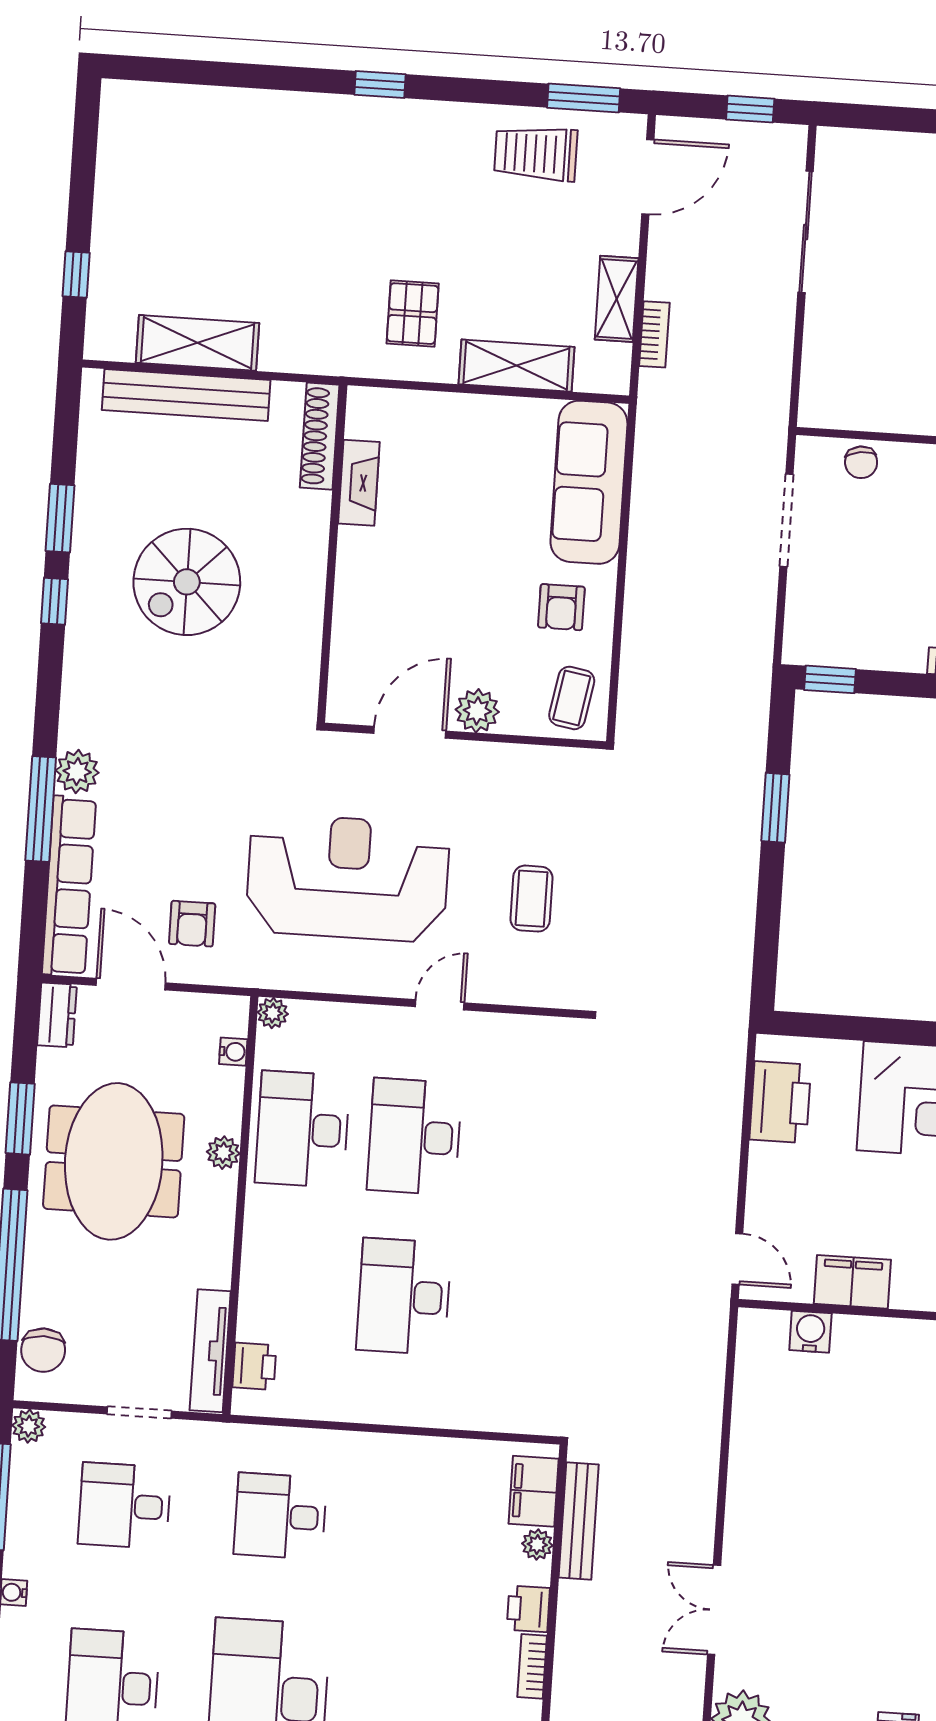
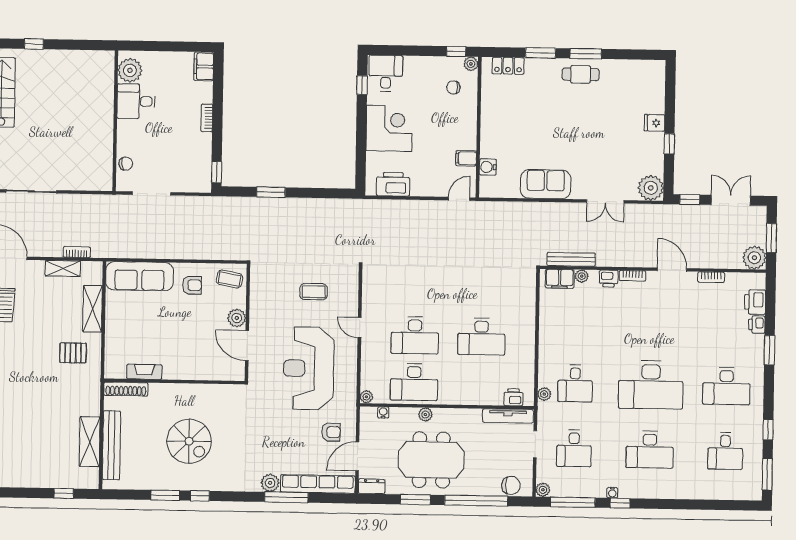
filing cabinet: (852, 1282) -> (466, 158), width x0.50
plant: (258, 1441) -> (544, 394), added
sofa: (762, 1469) -> (546, 184), added

